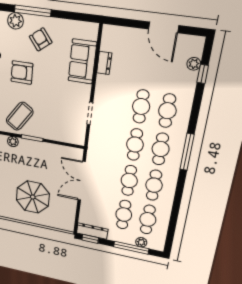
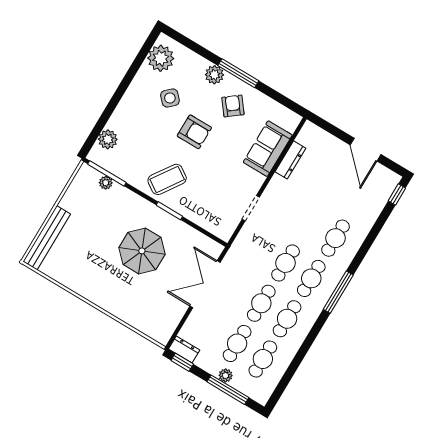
dresser: (104, 63) -> (290, 160), width x1.44
plant: (194, 64) -> (381, 199), removed
armchair: (22, 73) -> (194, 132), turned 180
window: (203, 74) -> (397, 194), moved
cafe table: (141, 107) -> (310, 223), removed
plant: (13, 142) -> (144, 206), removed
parasol: (33, 197) -> (142, 251), moved
dresser: (92, 231) -> (184, 350), width x0.70
plant: (141, 242) -> (226, 375), moved

